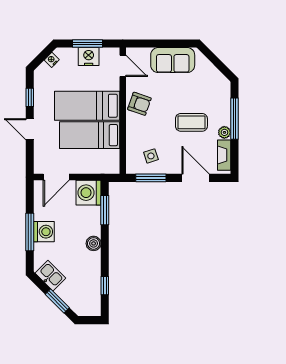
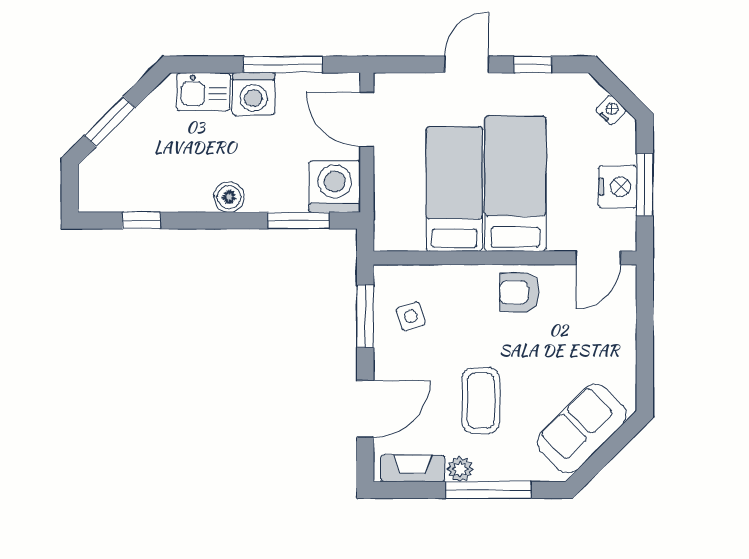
sofa: (173, 60) -> (582, 428), moved, turned 45
armchair: (139, 104) -> (519, 292), turned 71
window: (30, 232) -> (283, 64), moved
kitchen sink: (50, 276) -> (203, 92), moved, turned 45

